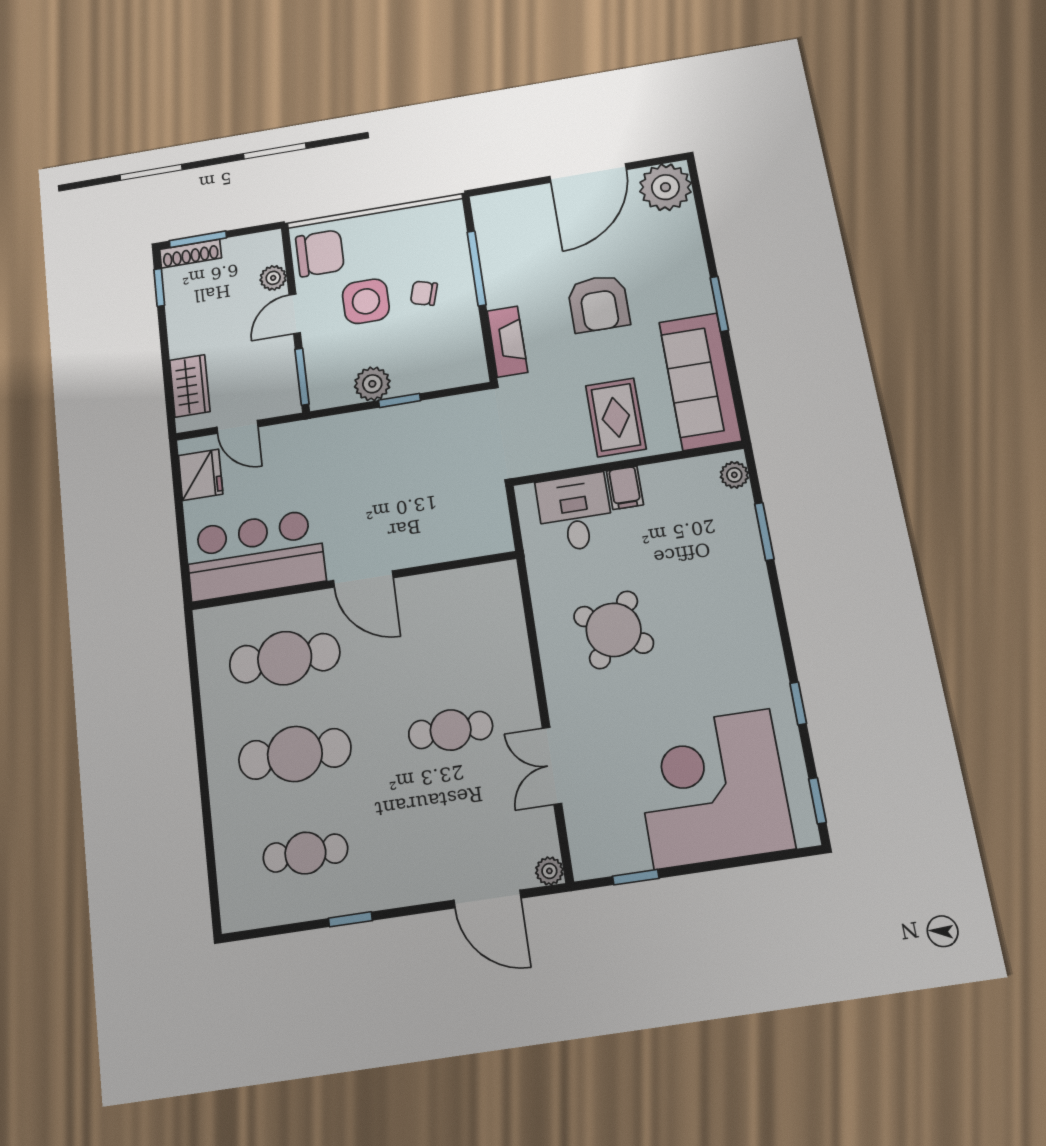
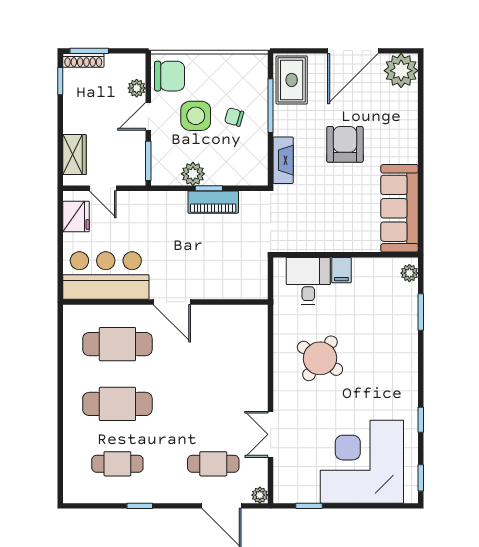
armchair: (599, 303) -> (345, 144), turned 180
window: (719, 304) -> (421, 158), removed
rug: (616, 417) -> (292, 80), moved
piano: (409, 419) -> (213, 202), added
cafe table: (451, 730) -> (213, 464), moved

